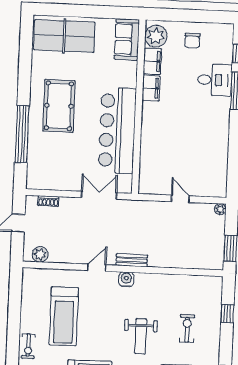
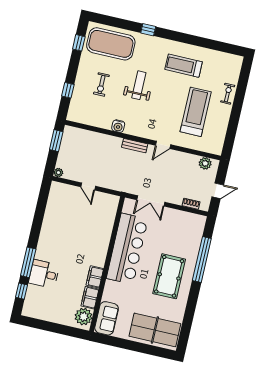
chair: (192, 41) -> (56, 308), removed
water cooler: (126, 279) -> (118, 126), moved

